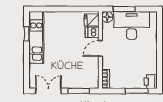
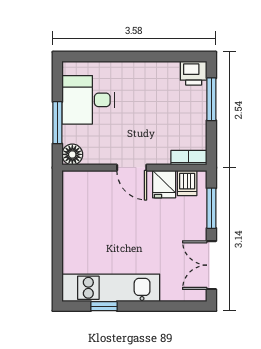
fridge: (92, 20) -> (164, 184), moved
desk: (132, 25) -> (88, 100), width x0.73
dishwasher: (92, 32) -> (187, 183), moved

